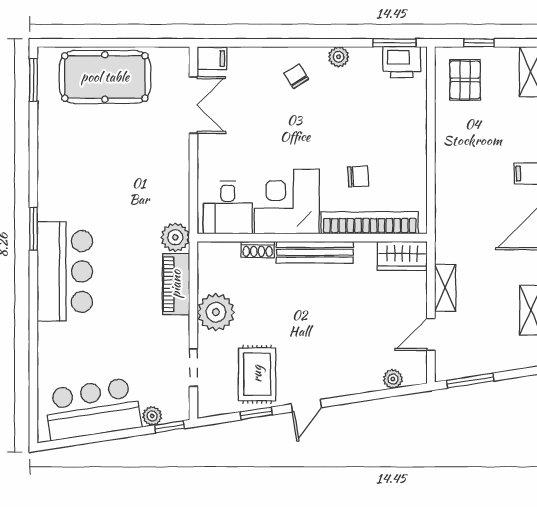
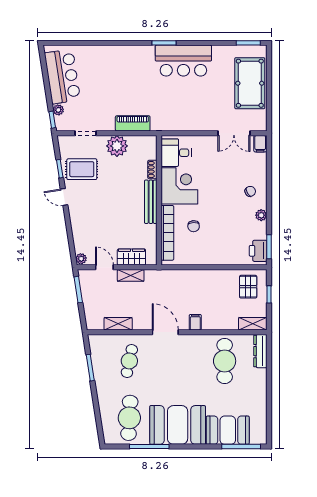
pallet: (465, 80) -> (248, 287), turned 90
plant: (175, 237) -> (159, 123), removed
wardrobe: (402, 256) -> (131, 257), moved, turned 90
bar counter: (65, 271) -> (183, 61), moved
plant: (393, 379) -> (81, 259), moved

